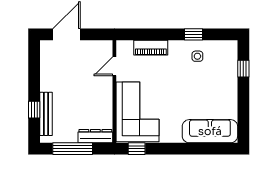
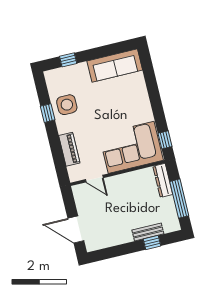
side table: (197, 56) -> (67, 105), width x1.87, depth x1.87
bench: (46, 114) -> (148, 232), width x0.73
sofa: (210, 131) -> (115, 66), moved, turned -90

